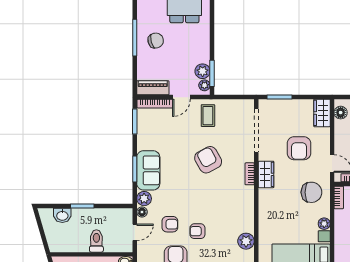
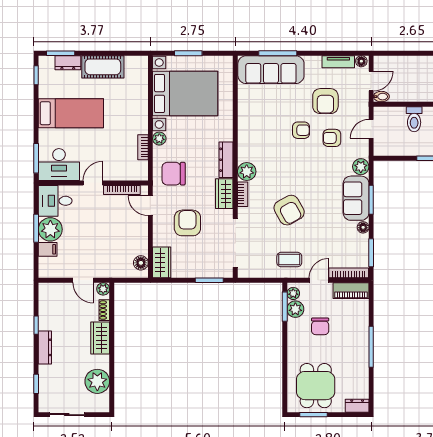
chair: (156, 41) -> (320, 326), moved, turned -75
coffee table: (208, 116) -> (289, 260), turned 90
bookcase: (339, 197) -> (143, 147), moved
dresser: (264, 205) -> (226, 160), added
floor lamp: (142, 212) -> (363, 227), moved
plant: (246, 241) -> (247, 172), moved

